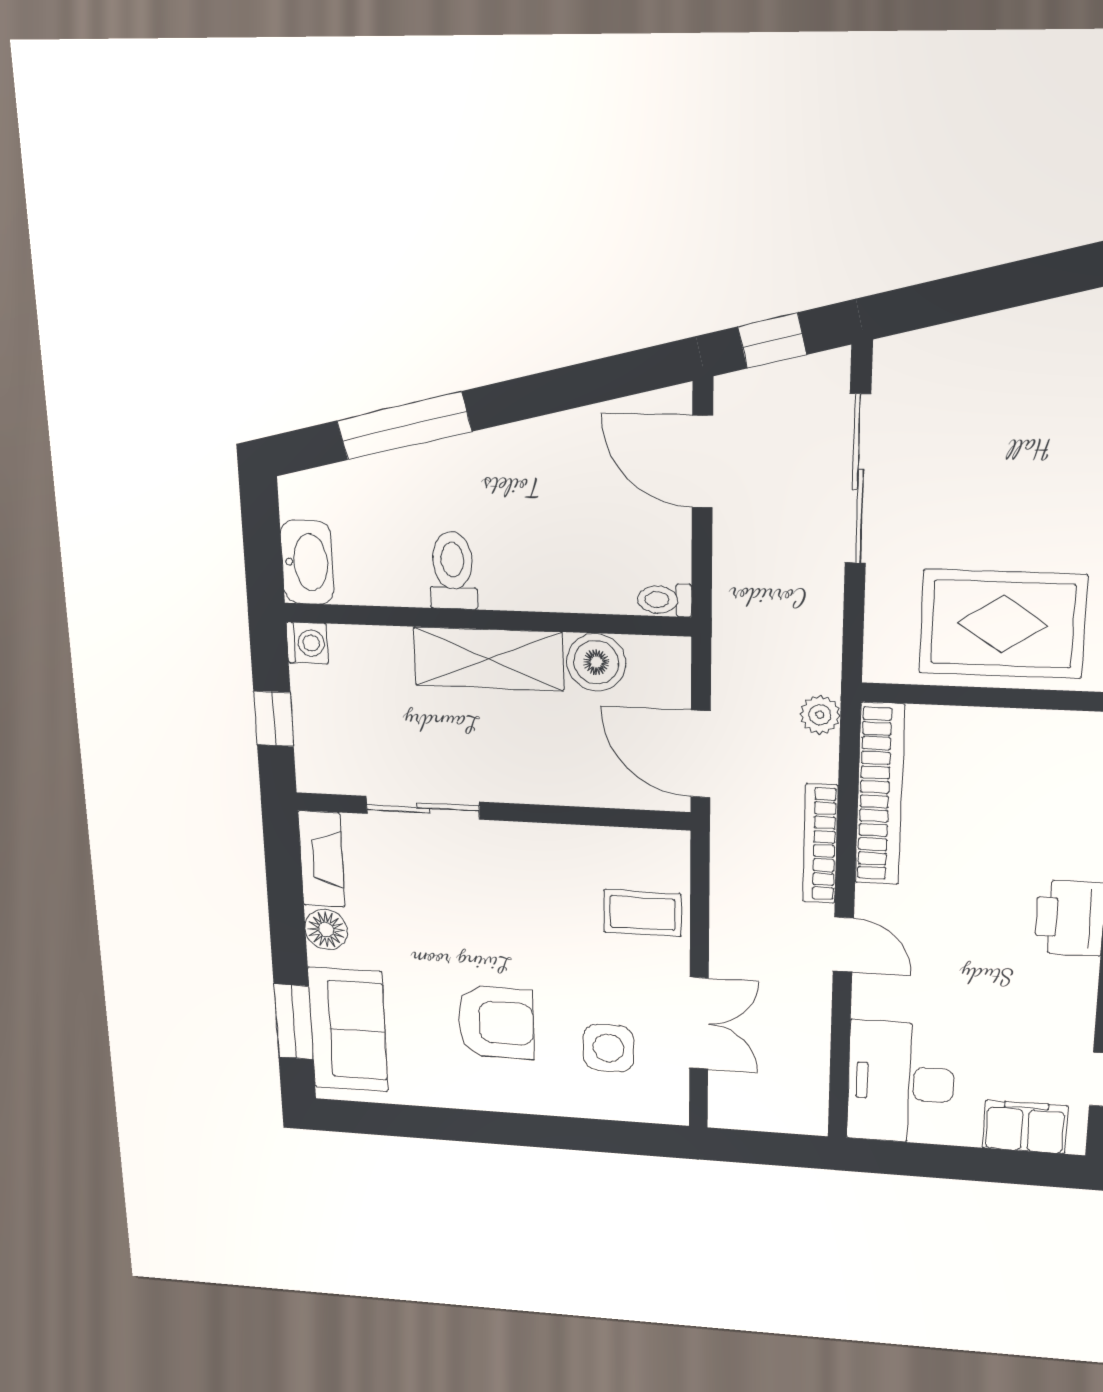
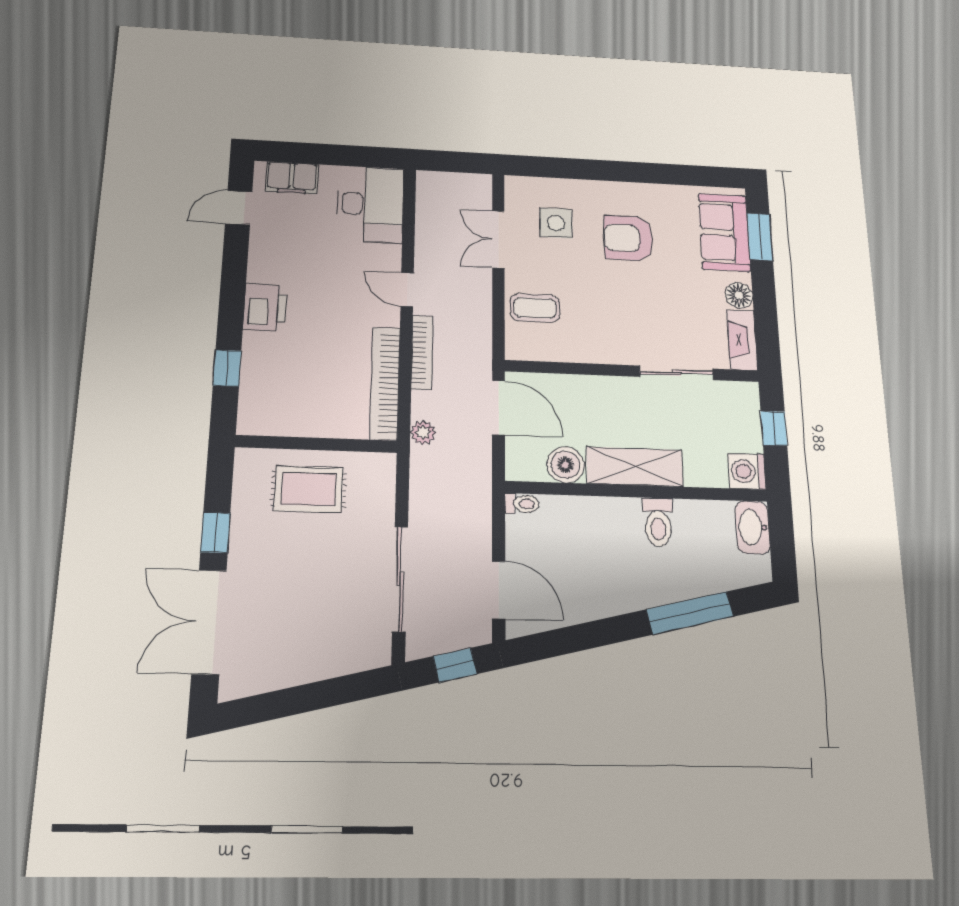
rug: (1003, 624) -> (309, 489), width x0.73, depth x0.70
washing machine: (307, 643) -> (747, 471), width x1.38, depth x1.38

